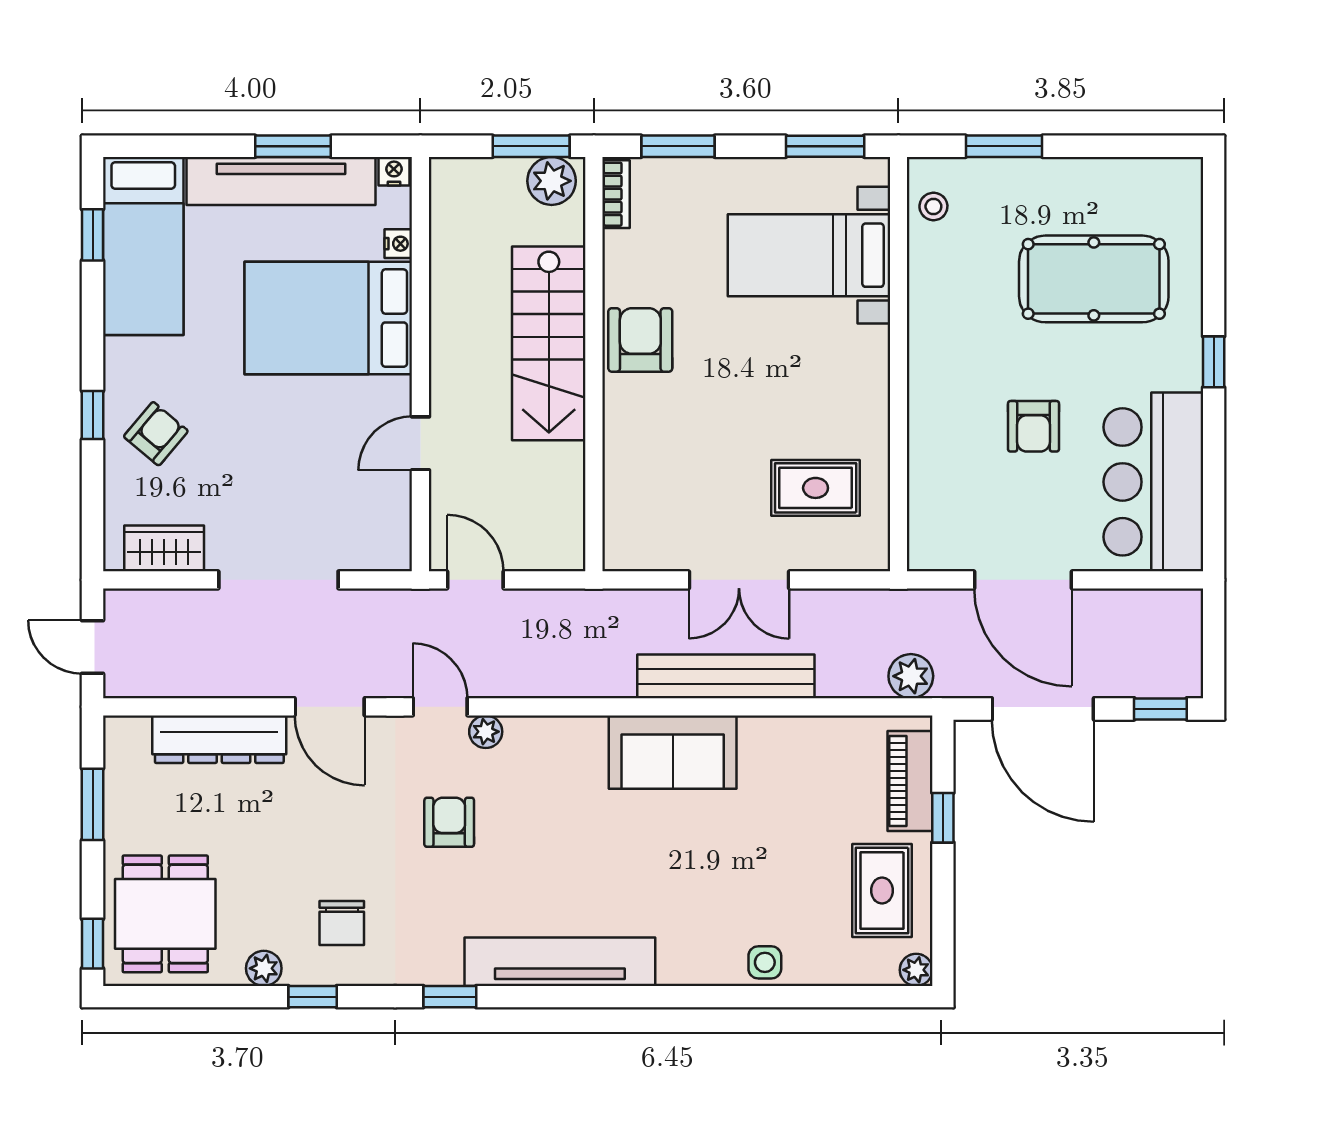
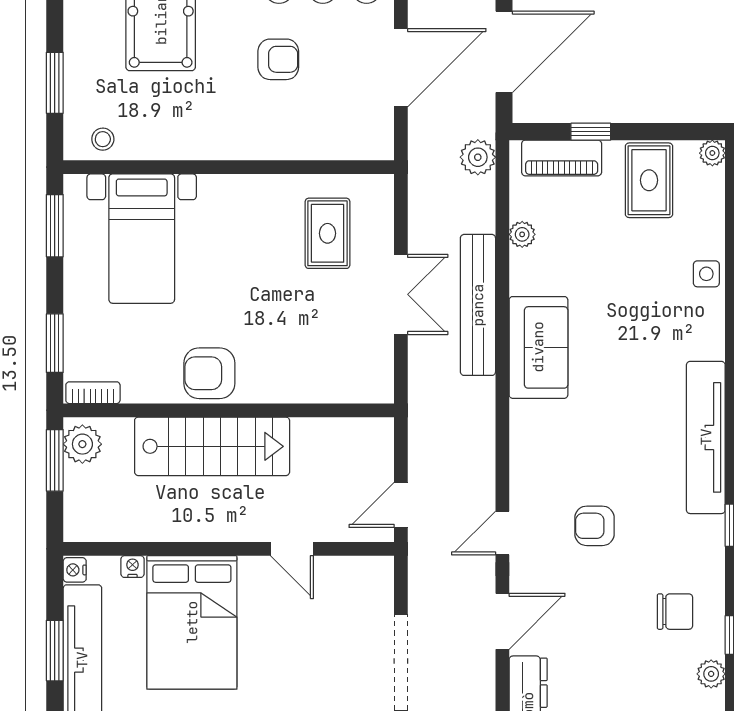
plant: (486, 732) -> (522, 234), moved
rug: (882, 891) -> (649, 180), turned 90

